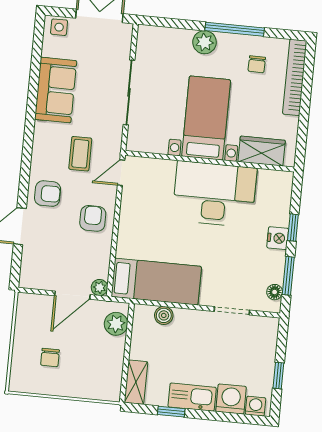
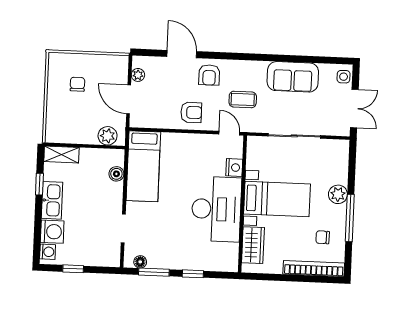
nightstand: (278, 238) -> (234, 167), moved, turned -90
plant: (100, 287) -> (138, 75), moved
chair: (50, 358) -> (77, 84), turned 90

